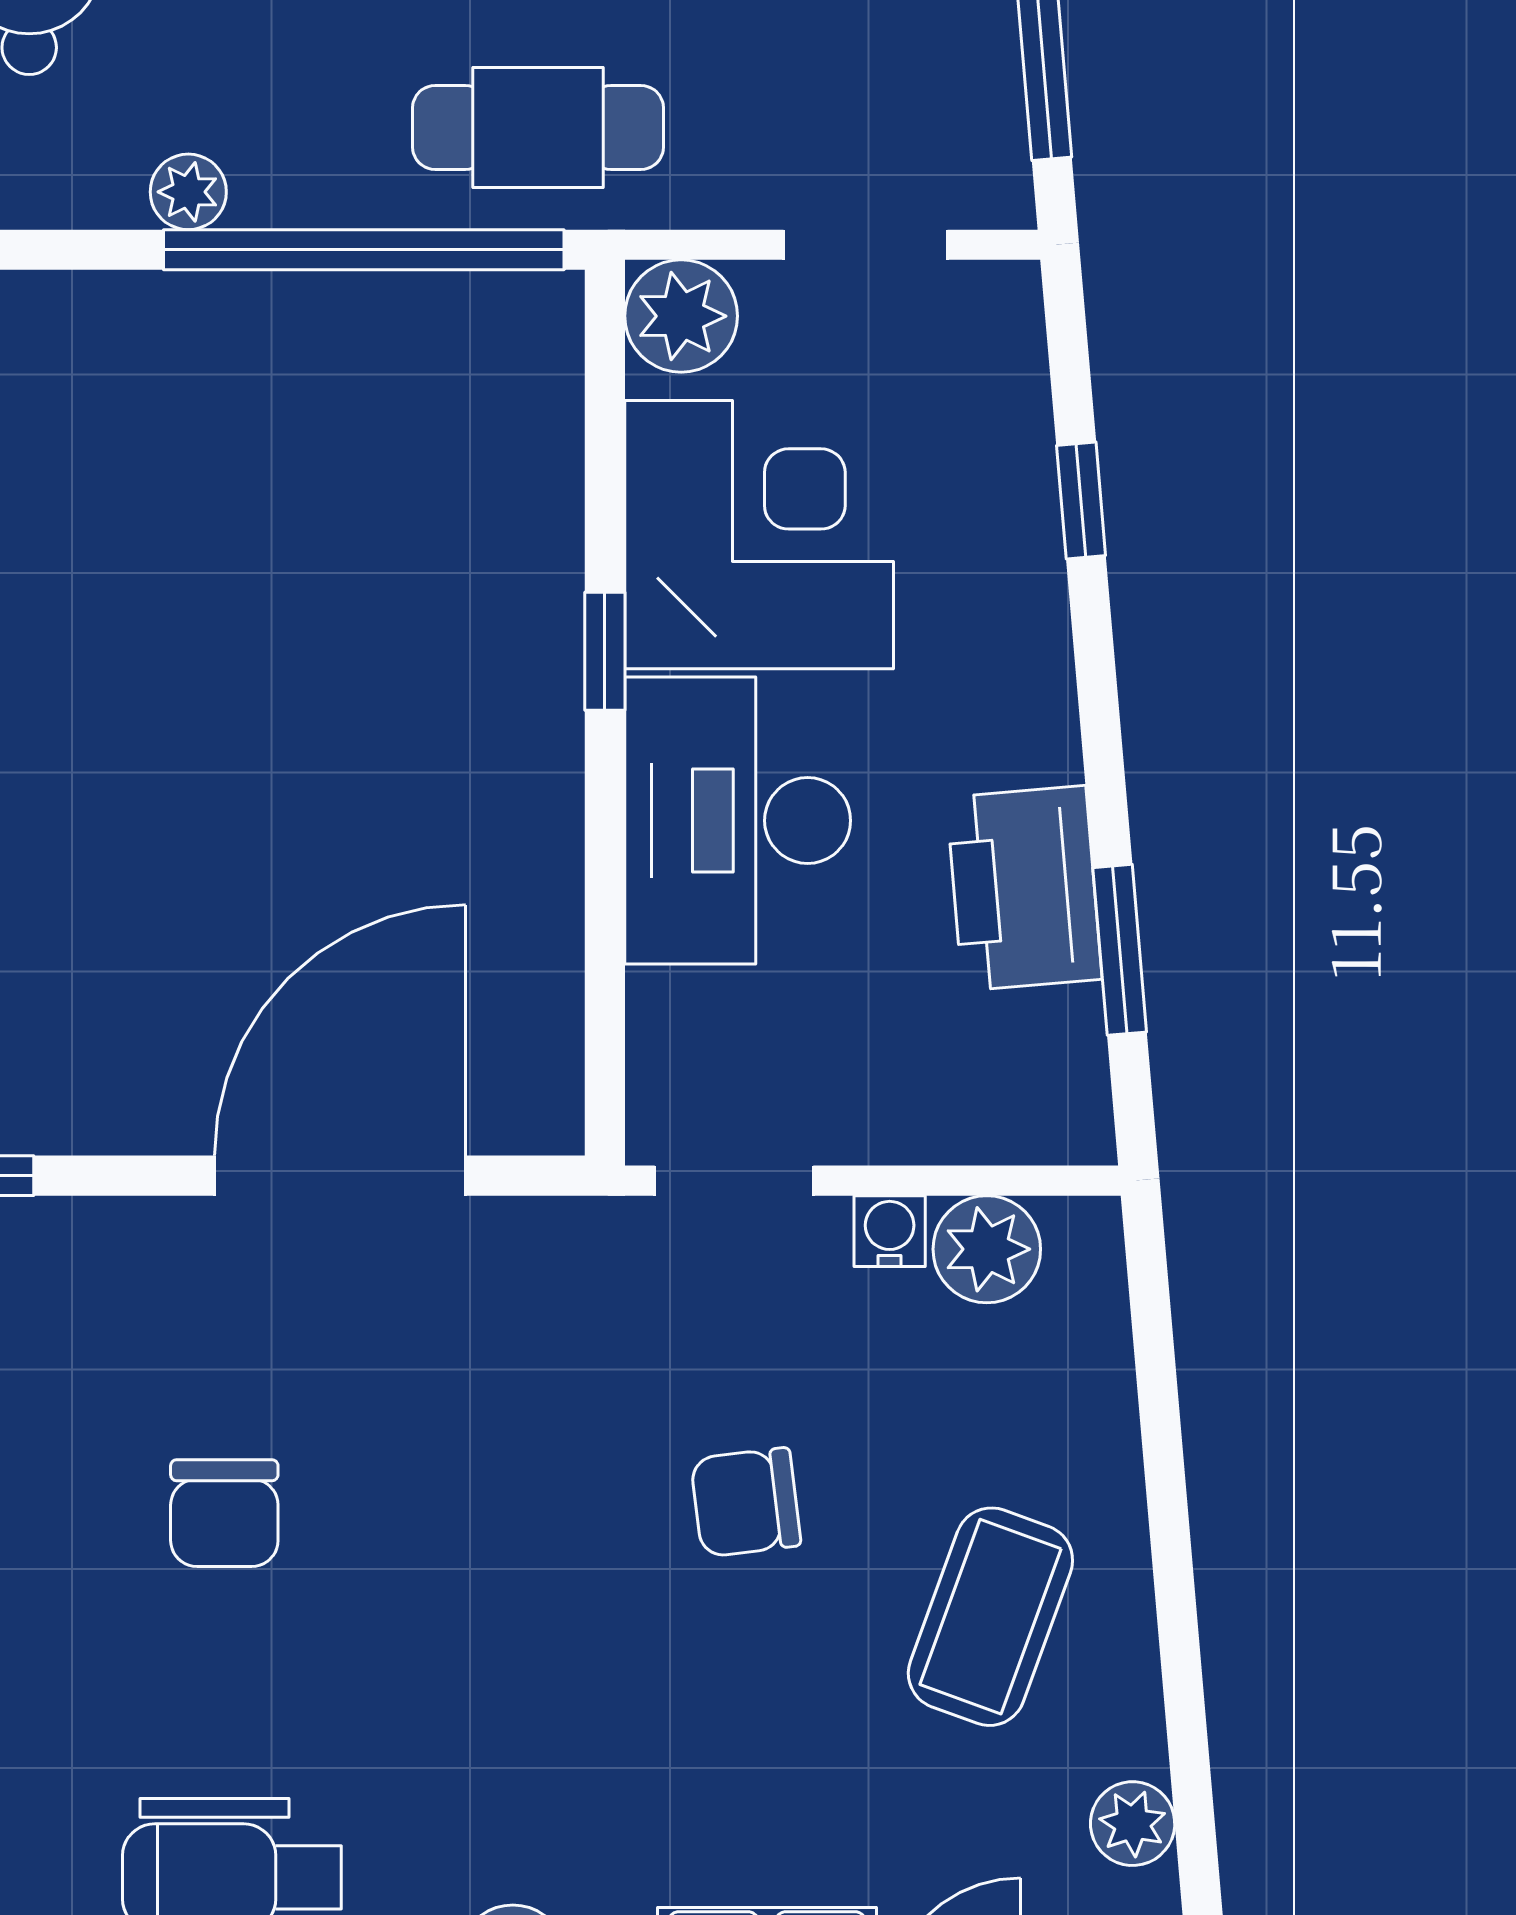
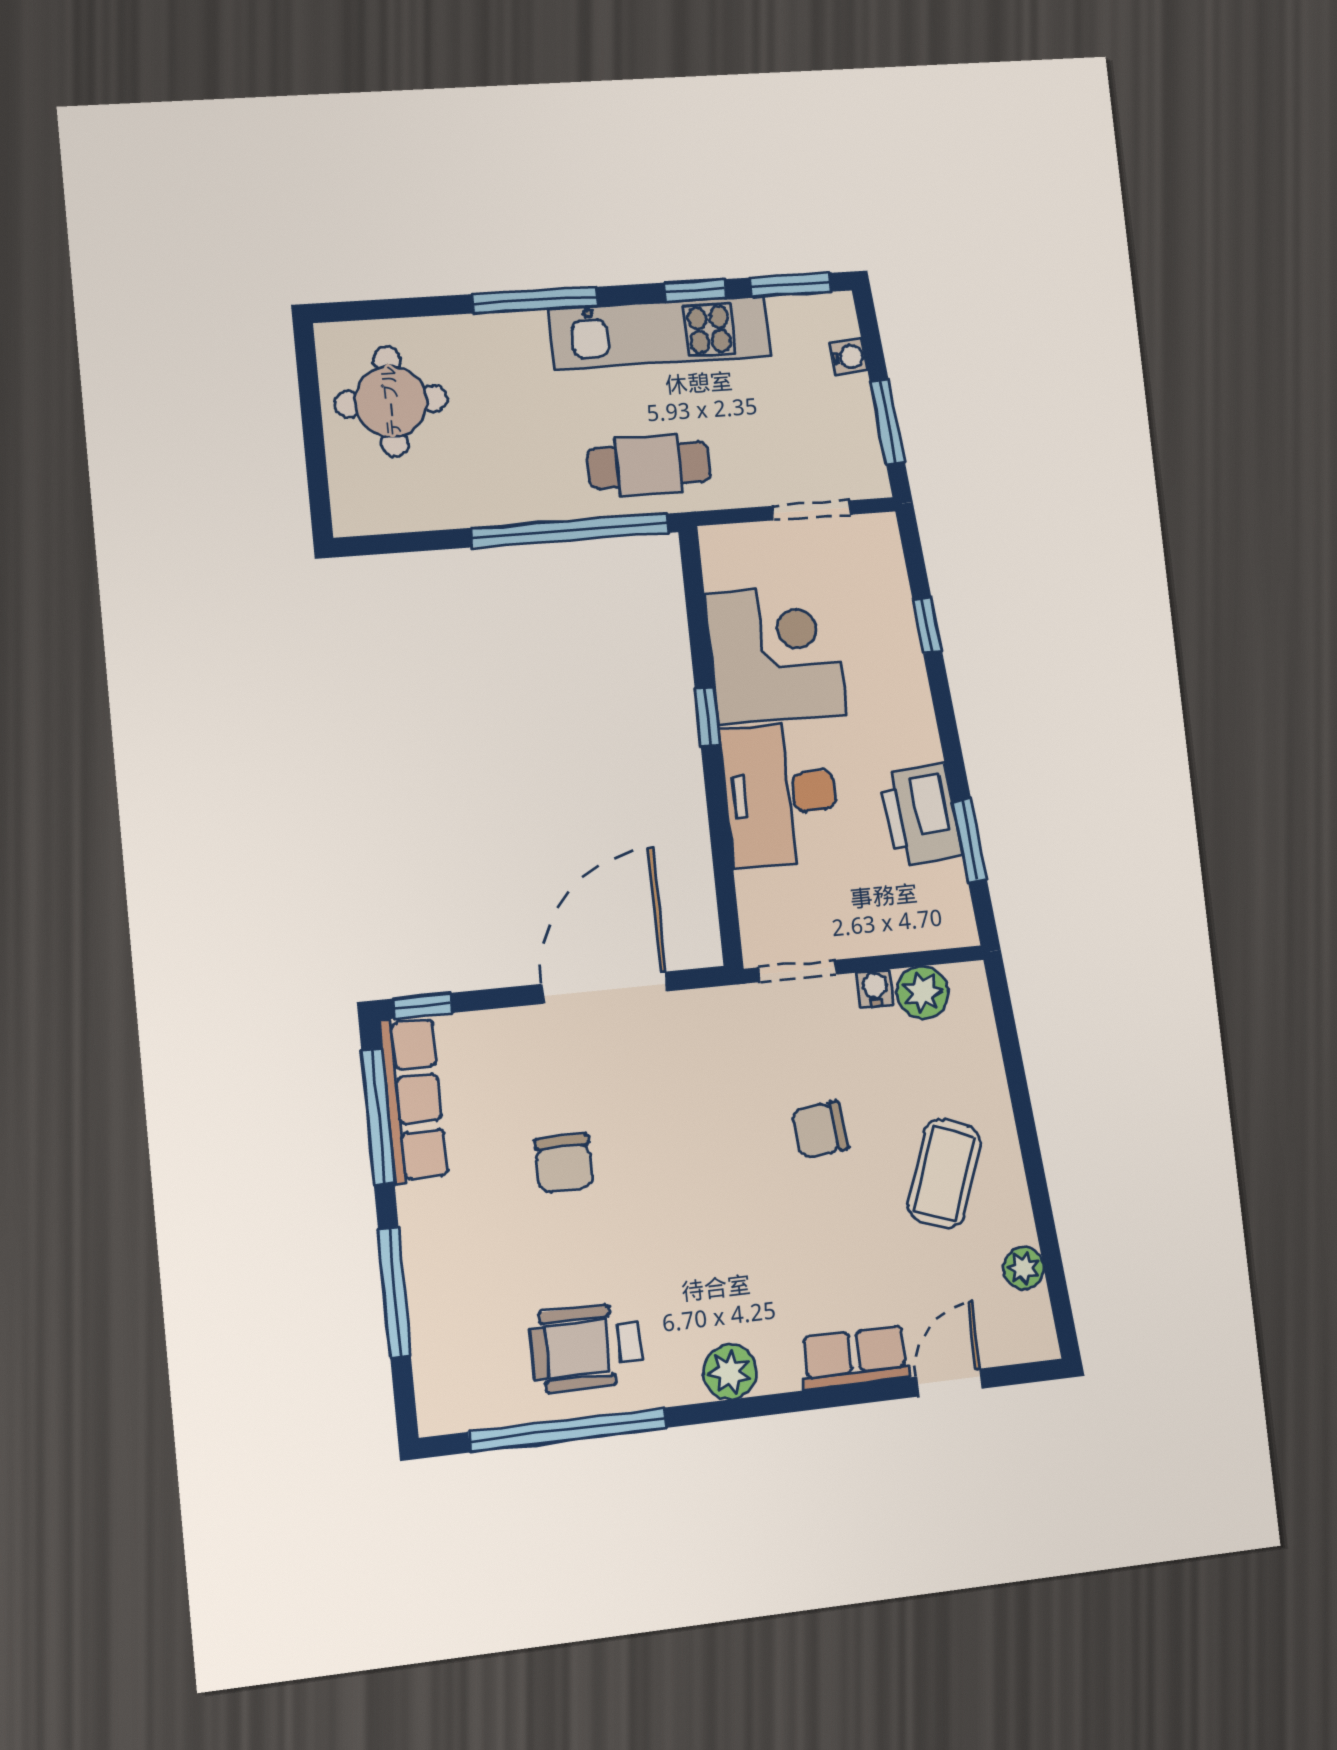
plant: (188, 192) -> (481, 508), removed
plant: (681, 316) -> (727, 551), removed

